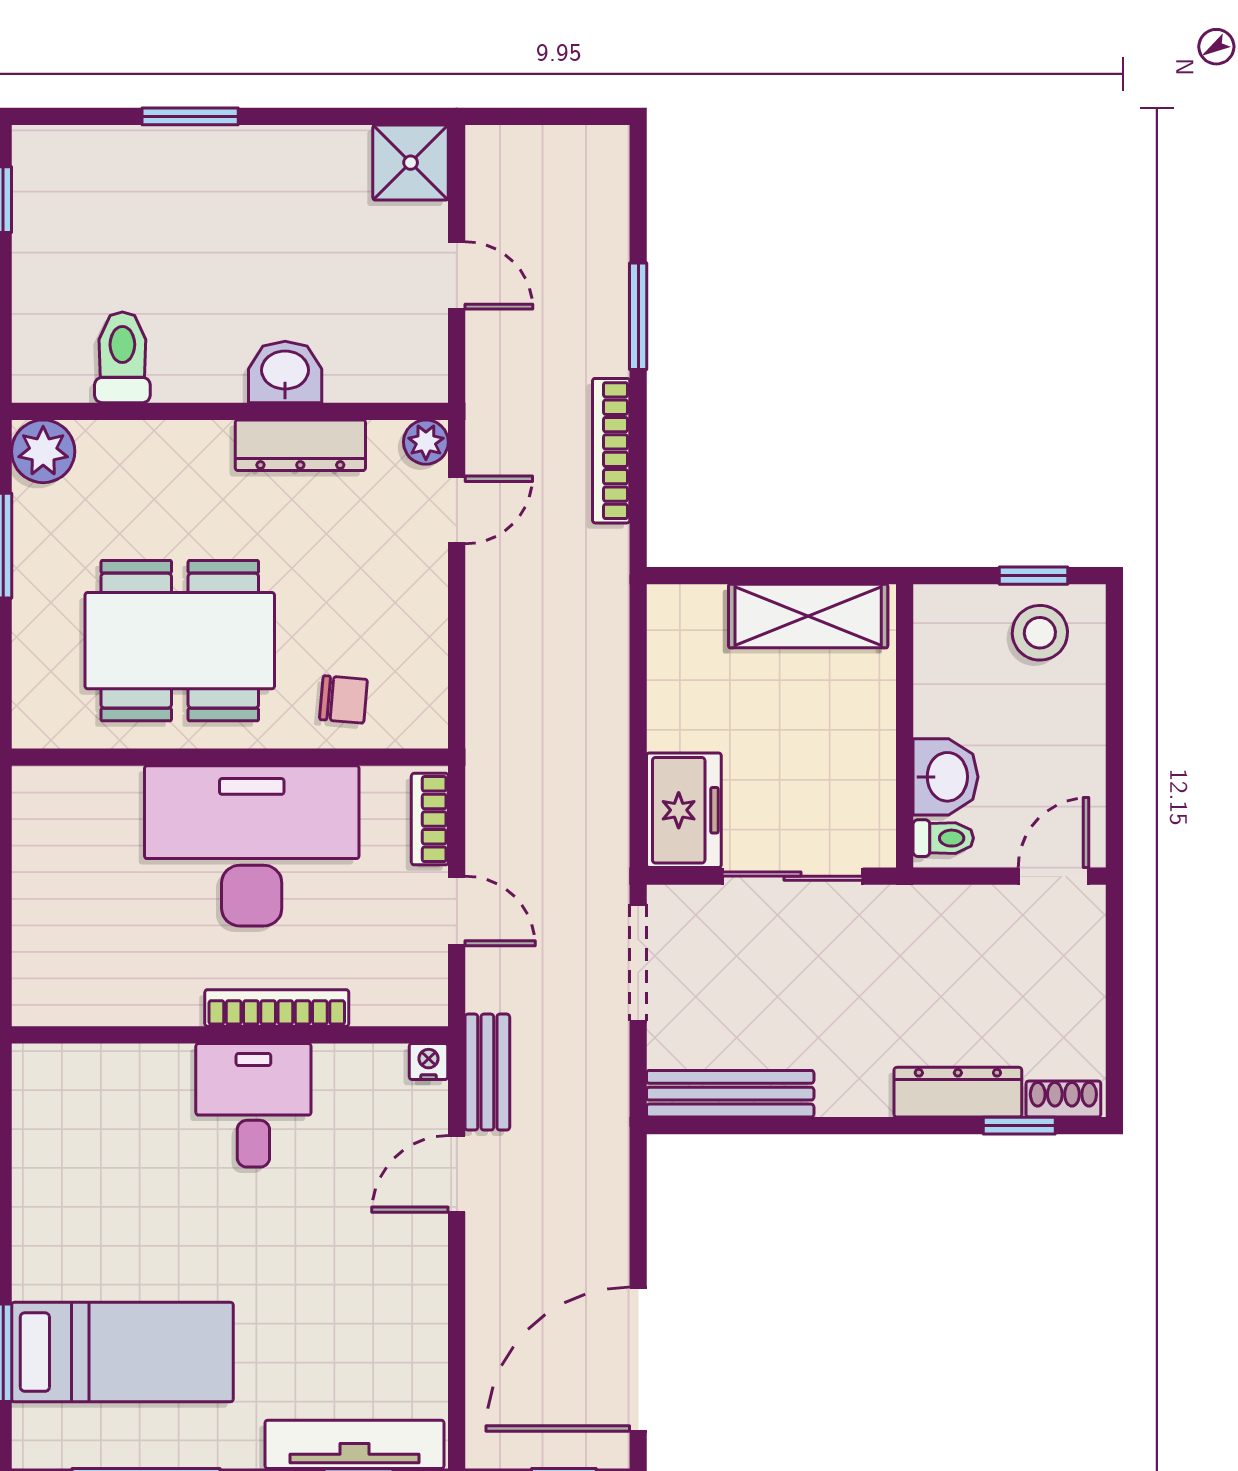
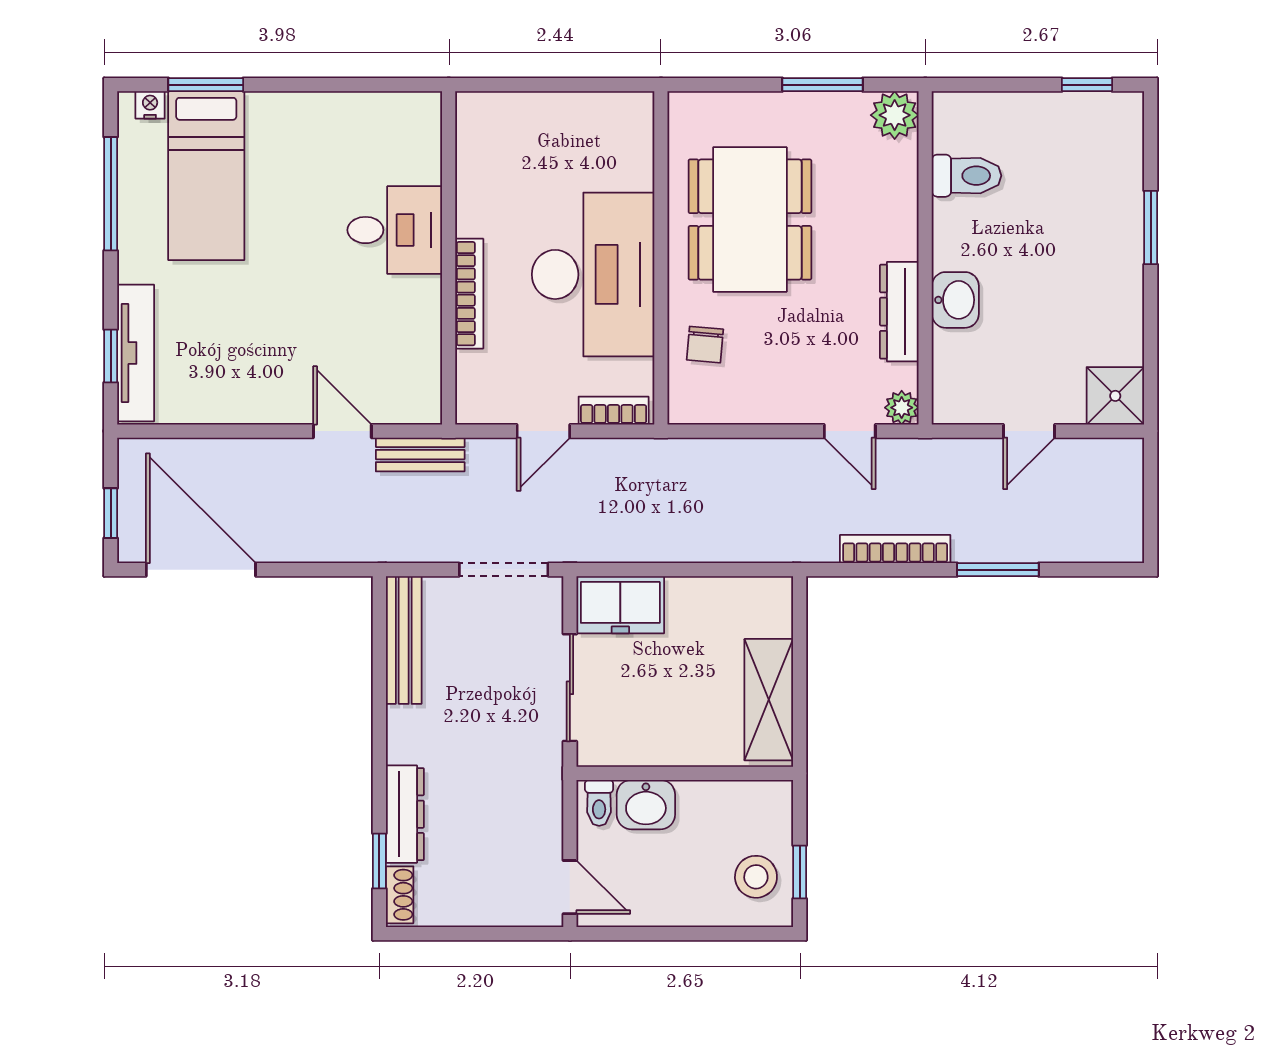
nightstand: (429, 1061) -> (150, 105), moved, turned -90
desk: (253, 1105) -> (395, 230), moved

